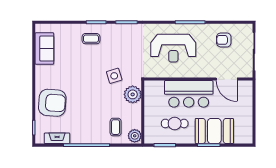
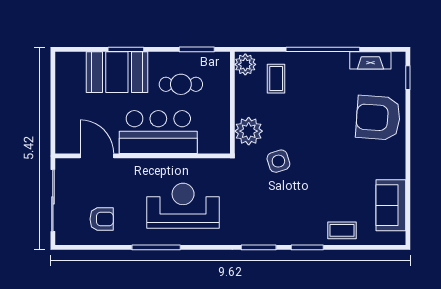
coffee table: (91, 39) -> (342, 230), moved

